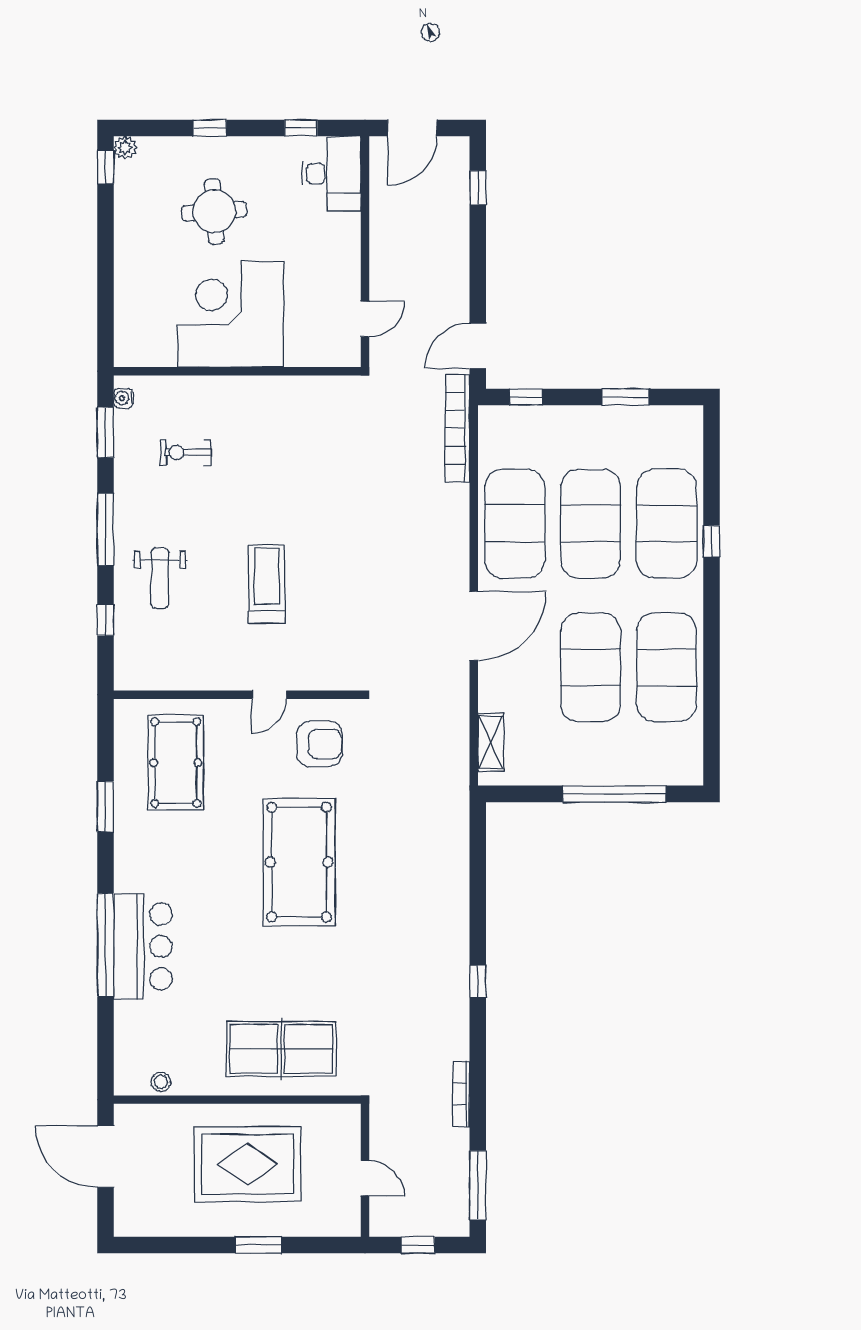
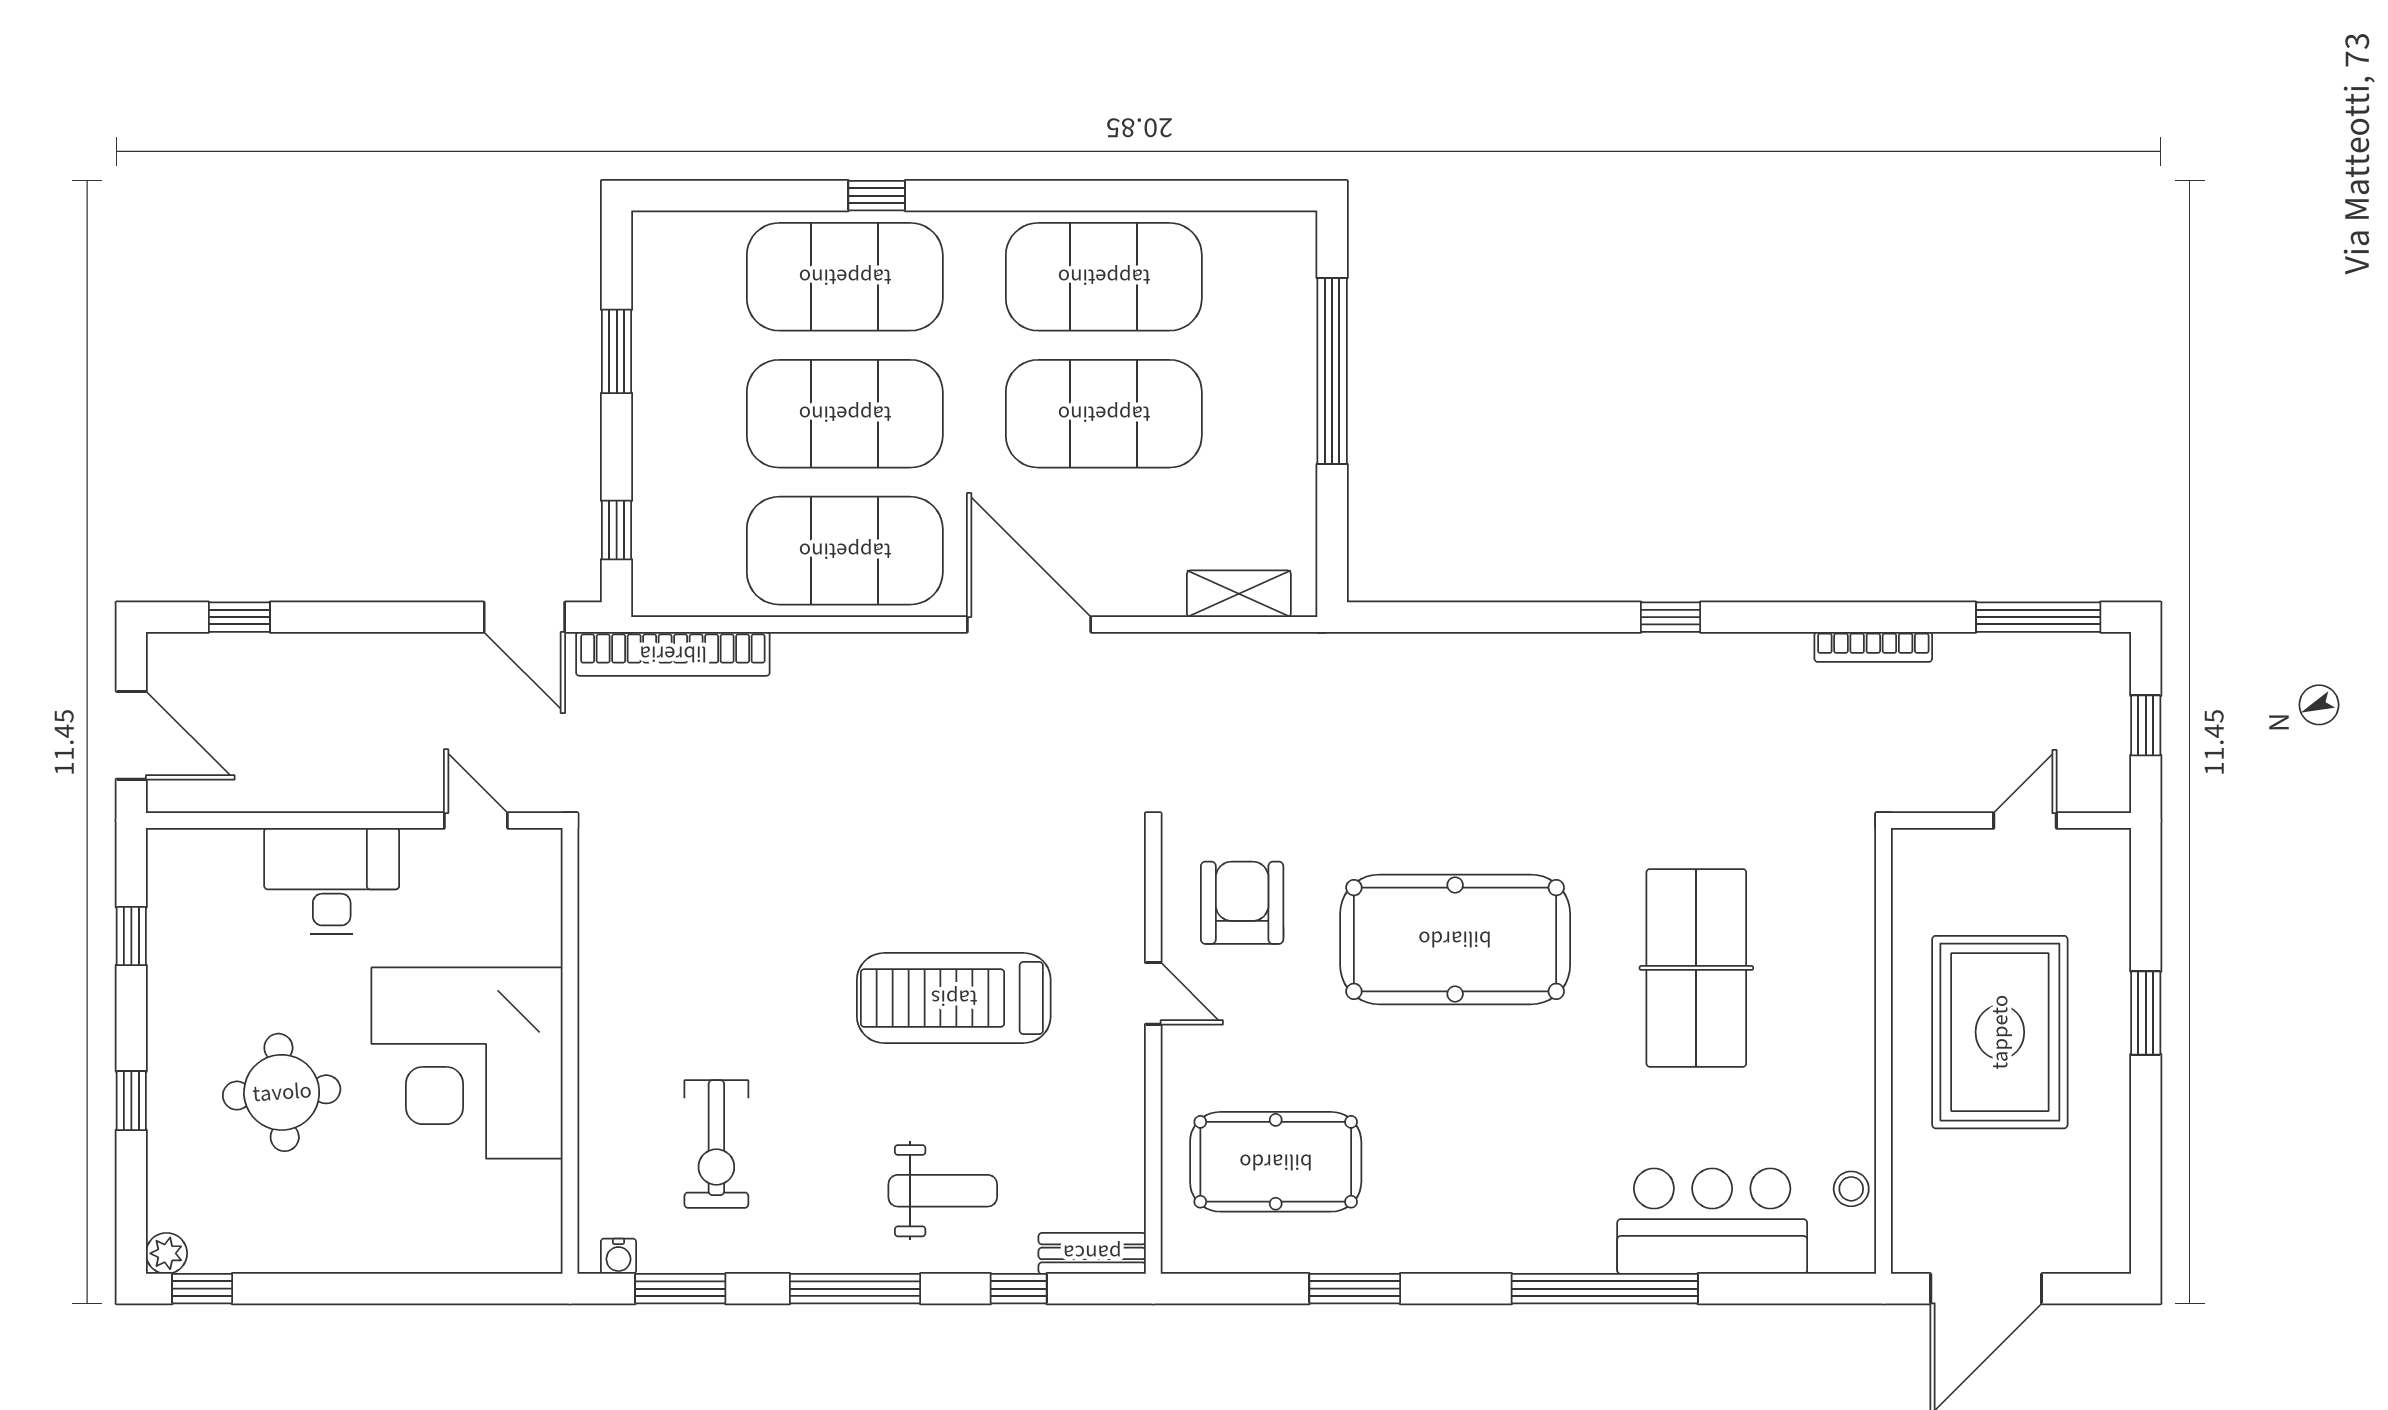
desk: (332, 174) -> (332, 881), moved
exercise bike: (186, 452) -> (716, 1144), width x1.38, depth x1.39
treadmill: (267, 584) -> (954, 998), width x1.37, depth x1.38
bench: (125, 661) -> (1092, 1253), added
bar counter: (143, 946) -> (1712, 1221), moved
table tennis table: (281, 1049) -> (1696, 968), moved

